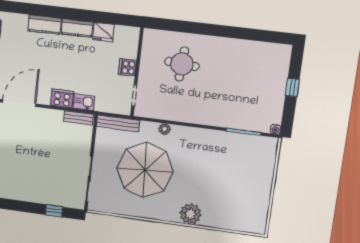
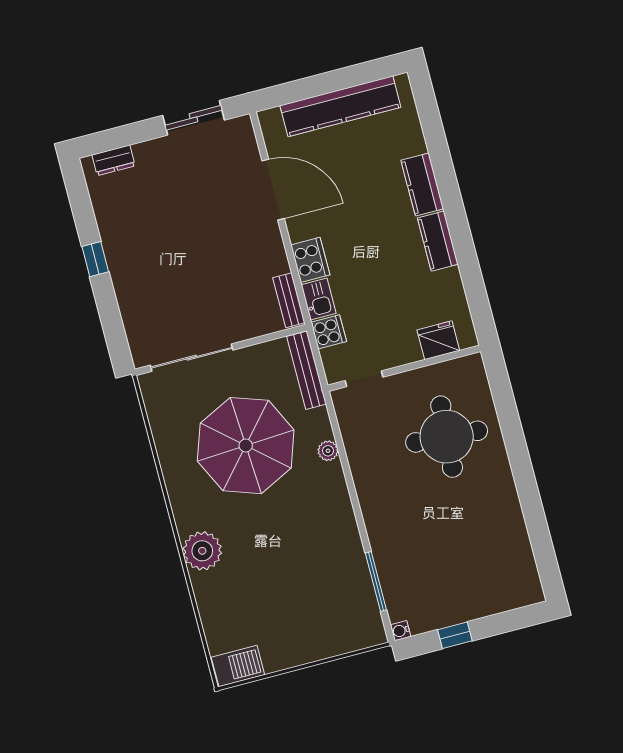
fridge: (103, 32) -> (438, 340), moved, turned 90
round table: (182, 64) -> (447, 437), width x1.36, depth x1.36
cooker: (127, 67) -> (329, 332), moved, turned 90
window: (292, 87) -> (455, 635), moved
window: (54, 211) -> (95, 259), moved
barbecue: (258, 221) -> (238, 666), added

